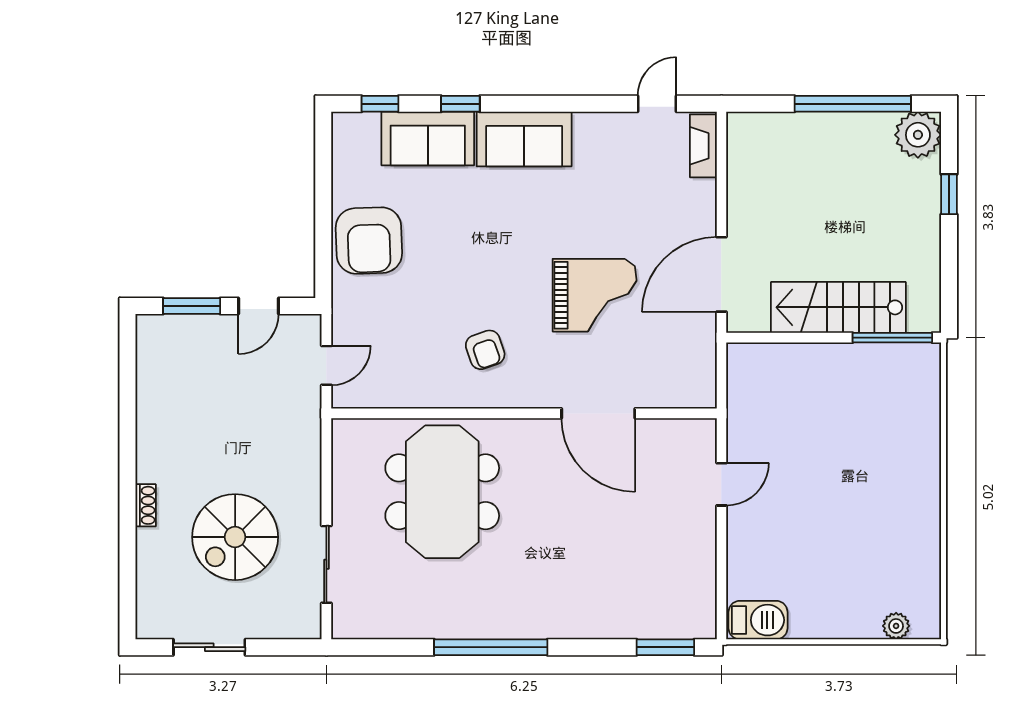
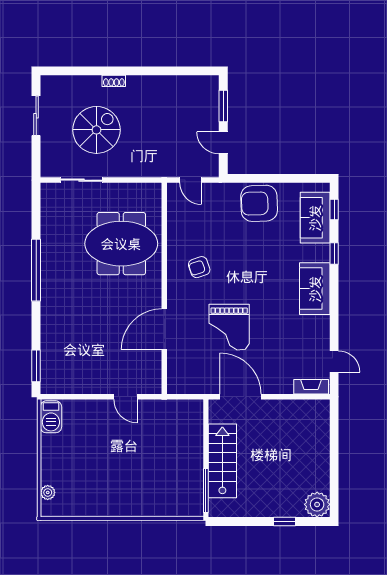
window: (853, 104) -> (334, 469), removed
sofa: (428, 138) -> (315, 218), moved
spiral stairs: (235, 537) -> (96, 130), turned 90

